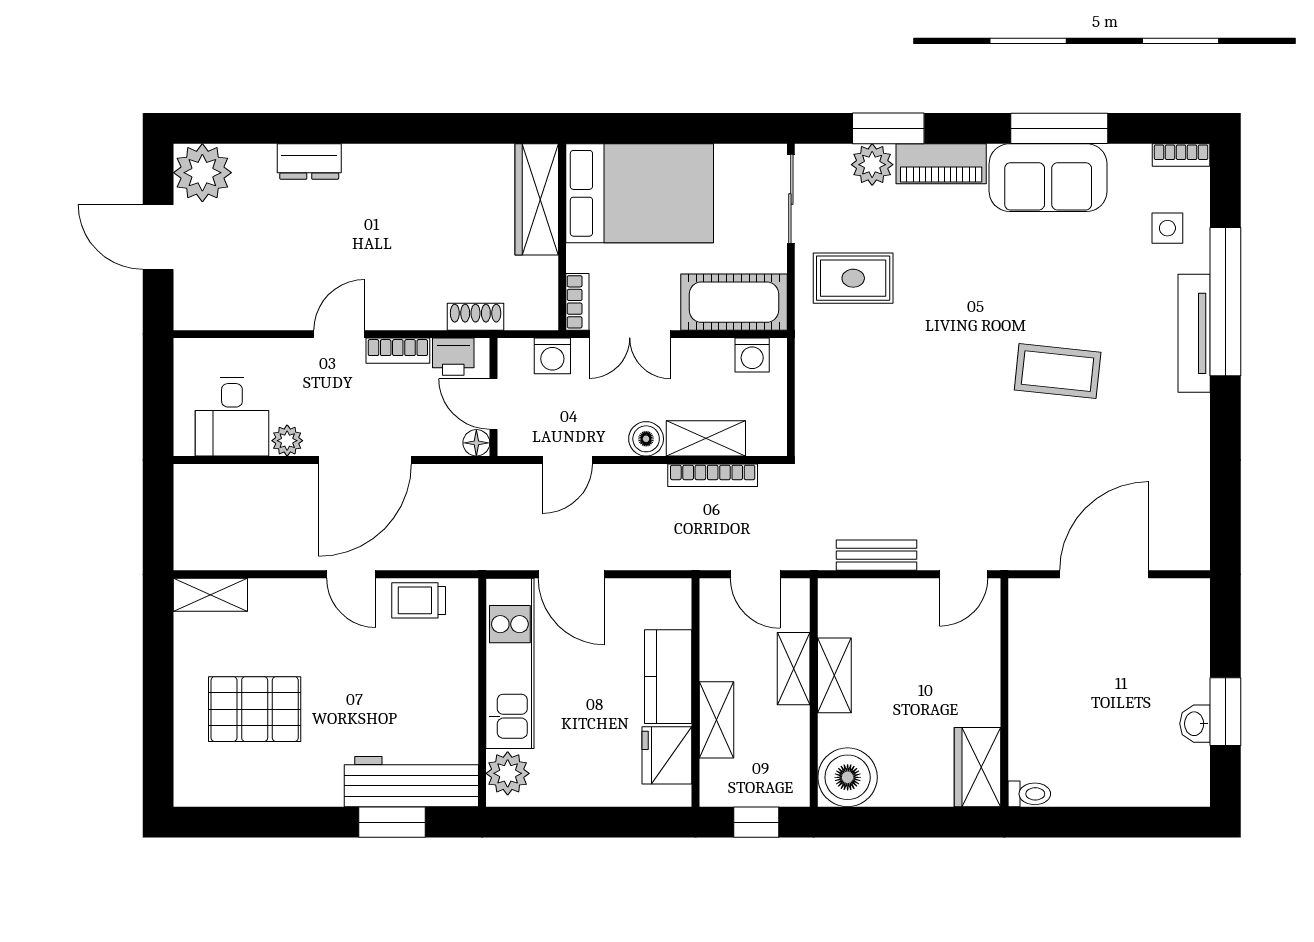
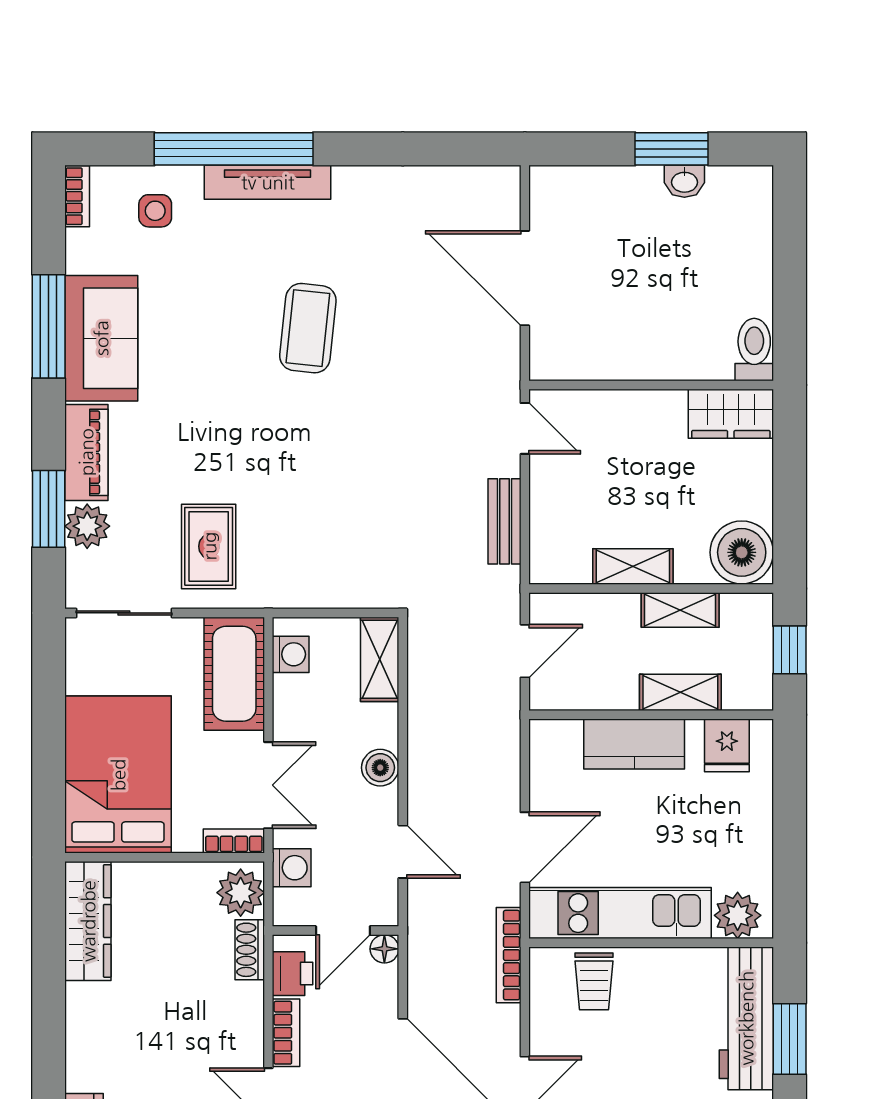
wardrobe: (537, 199) -> (88, 921), moved, turned -90
plant: (529, 308) -> (241, 893), added
shelving: (706, 438) -> (380, 659), moved
bookcase: (713, 475) -> (509, 955), moved, turned 180
trolley: (419, 600) -> (594, 981), moved
shelving: (794, 669) -> (680, 610), moved
fridge: (667, 755) -> (727, 745), width x0.72
toilet: (1029, 794) -> (754, 350), width x1.37, depth x1.39

